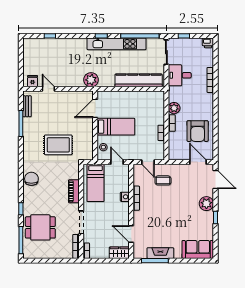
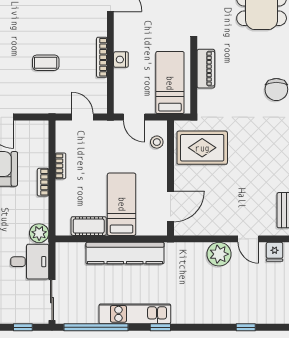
kitchen unit: (117, 44) -> (135, 314), width x0.73
plant: (91, 80) -> (219, 254), moved
kitchen counter: (139, 80) -> (125, 253), moved
cot: (144, 97) -> (89, 226), added
plant: (174, 108) -> (39, 233), moved
bed: (116, 127) -> (122, 204), moved, turned 90
rug: (58, 145) -> (202, 148), moved
coffee table: (163, 180) -> (46, 63), moved

